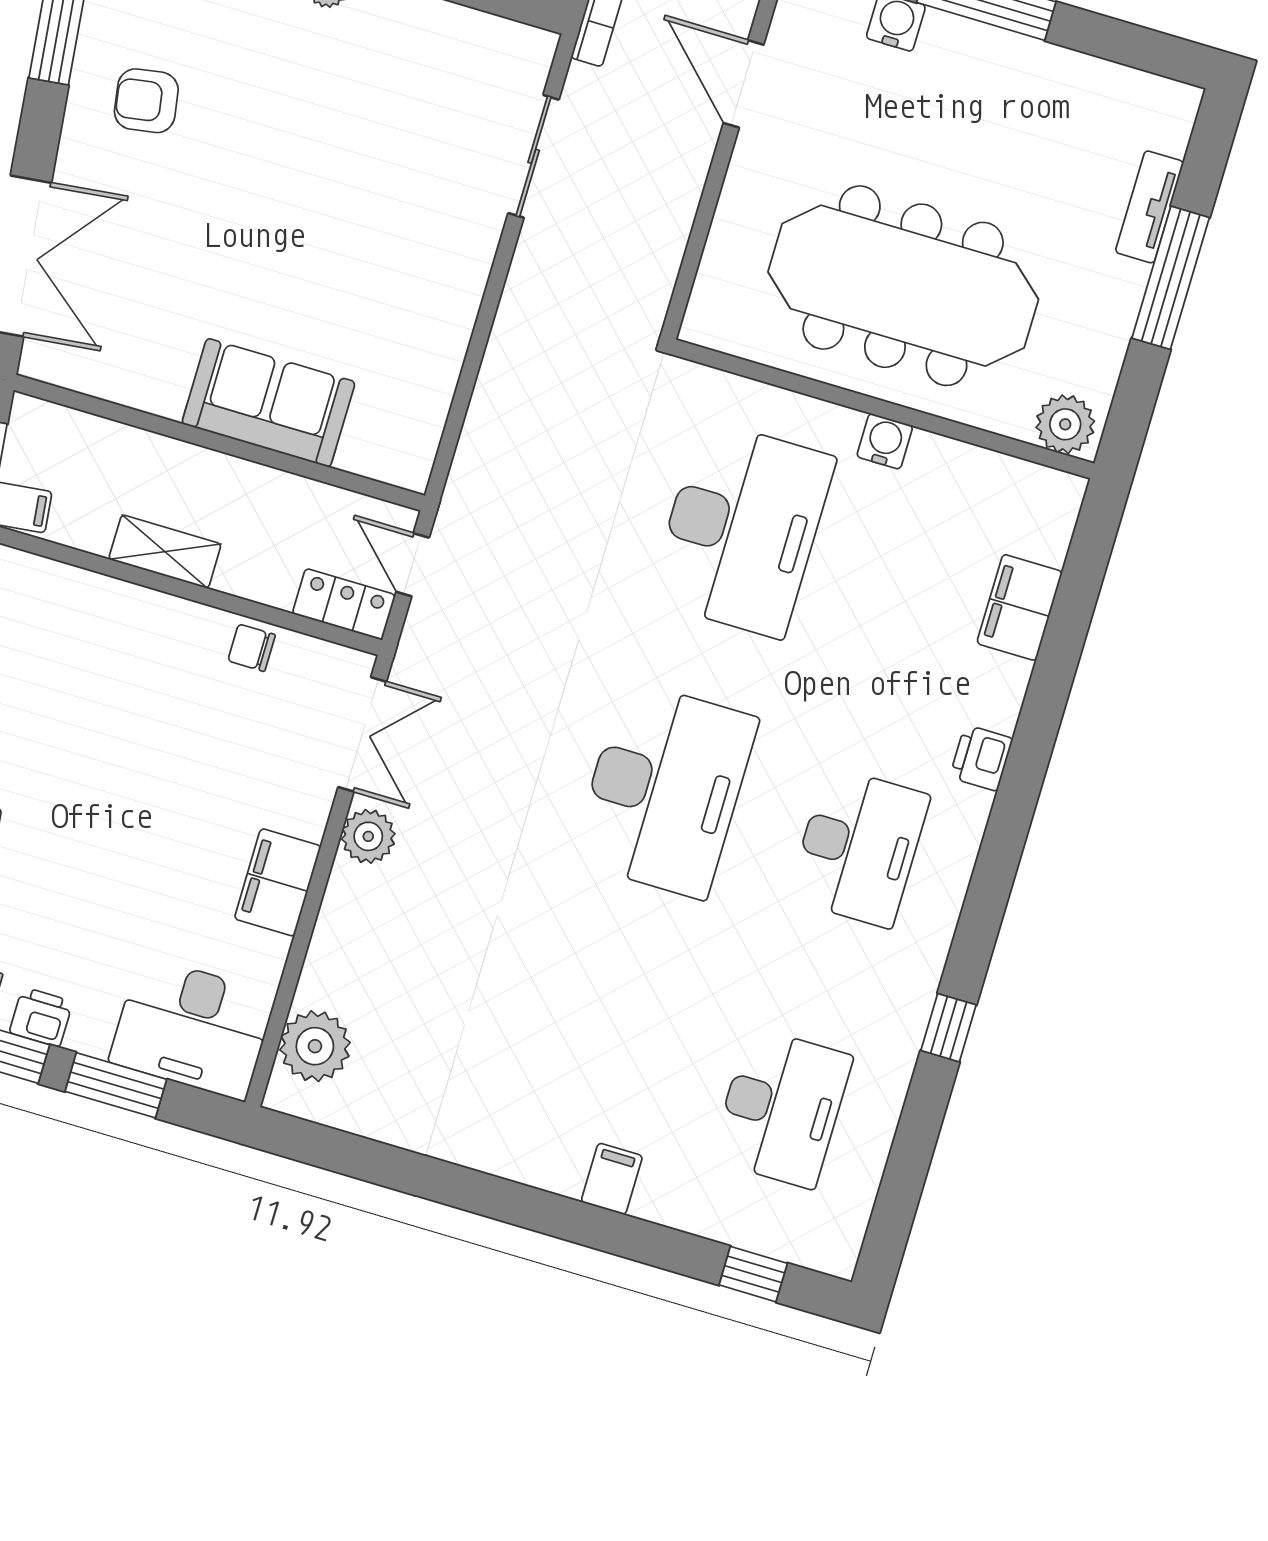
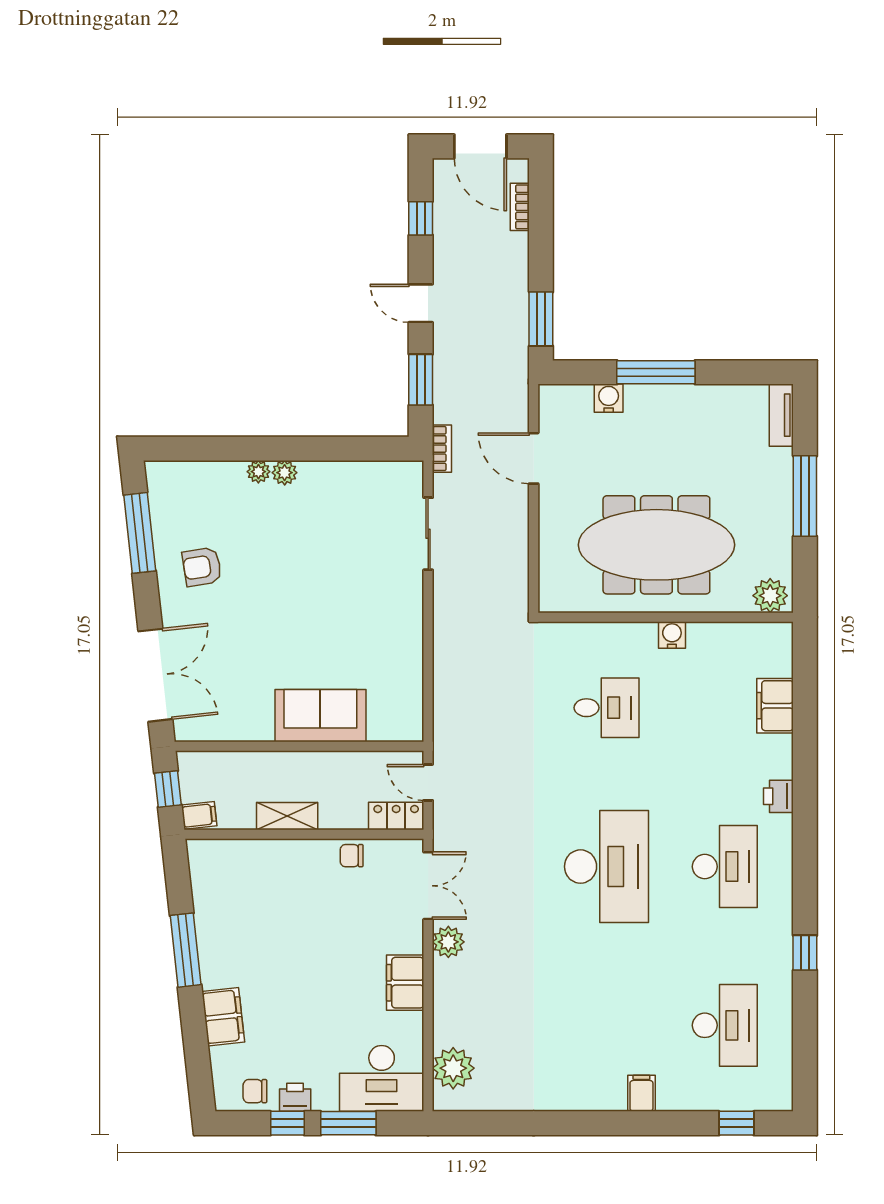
tv unit: (1149, 207) -> (781, 415), moved
desk: (742, 529) -> (607, 708), width x0.53, depth x0.77

